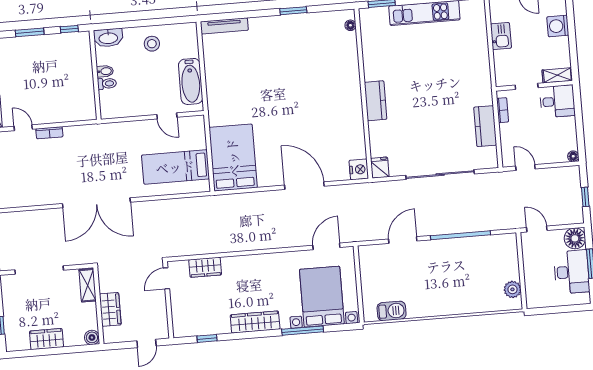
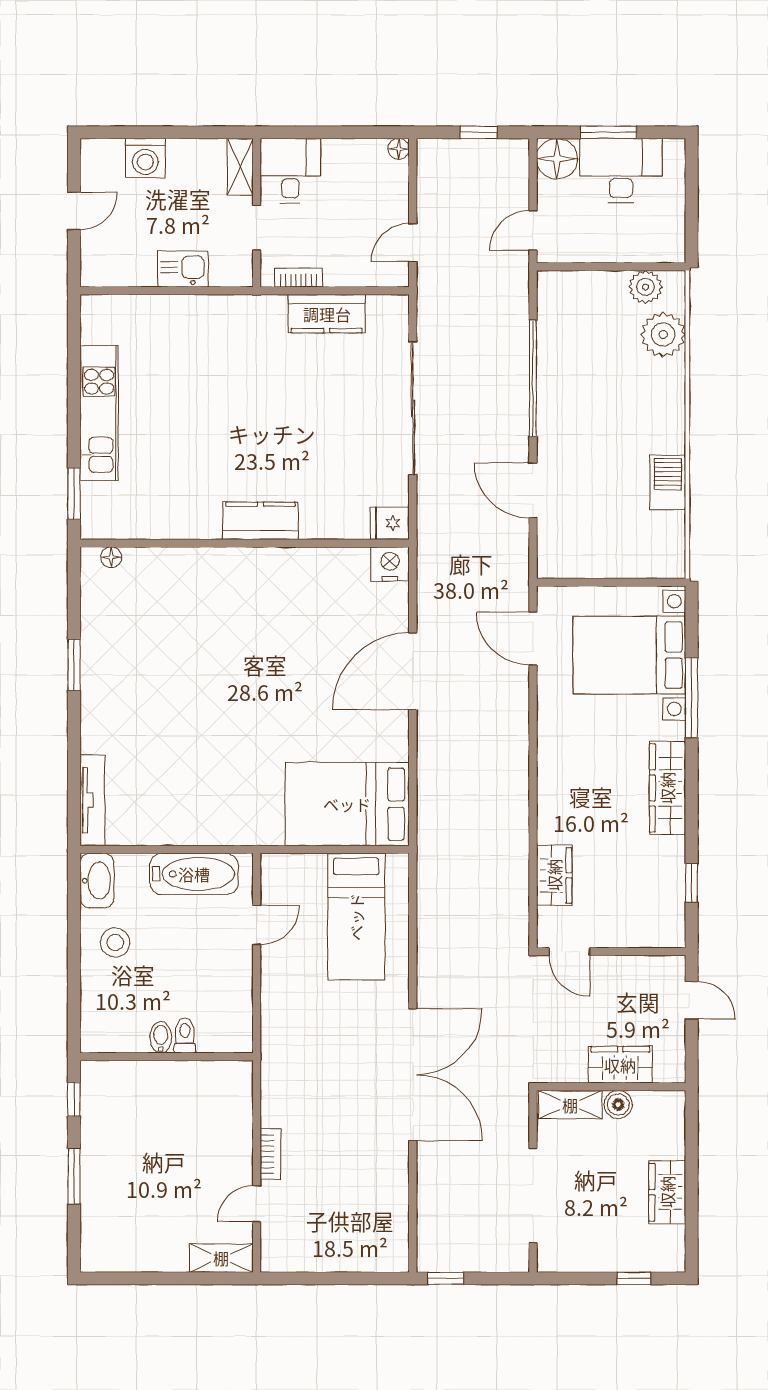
kitchen sink: (501, 36) -> (183, 269), moved
washbasin: (108, 38) -> (97, 881), moved
plant: (489, 301) -> (663, 335), added
barbecue: (392, 311) -> (668, 482), moved
boiler: (92, 337) -> (618, 1104), moved

